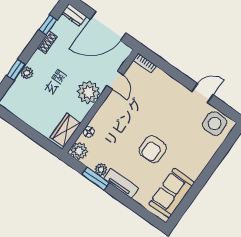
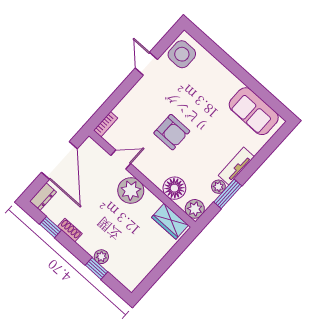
floor lamp: (89, 132) -> (174, 188), width x1.89, depth x1.89
armchair: (153, 149) -> (172, 132), moved

